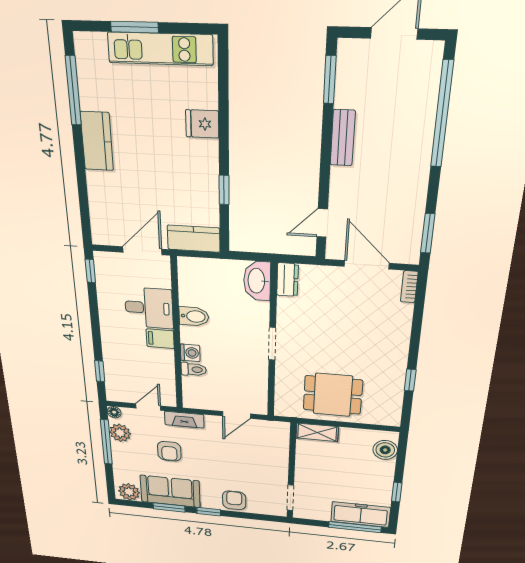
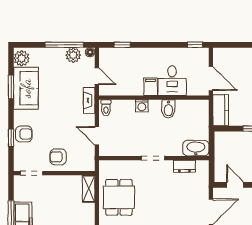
dresser: (287, 280) -> (184, 166), moved
toilet: (194, 369) -> (106, 108), moved
armchair: (169, 451) -> (58, 157), moved
window: (209, 512) -> (11, 138), moved

